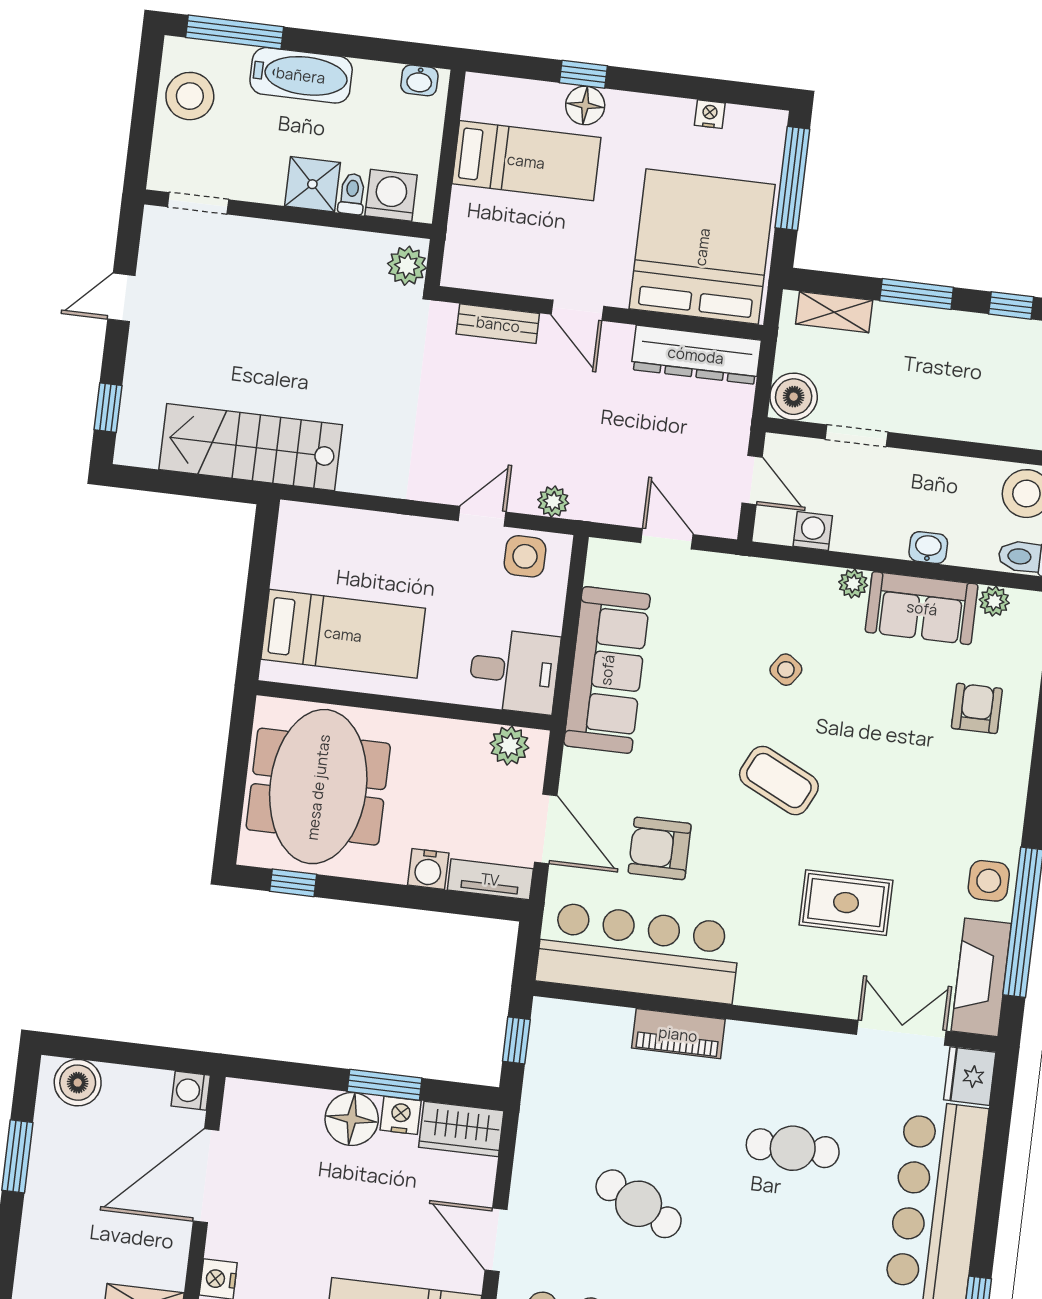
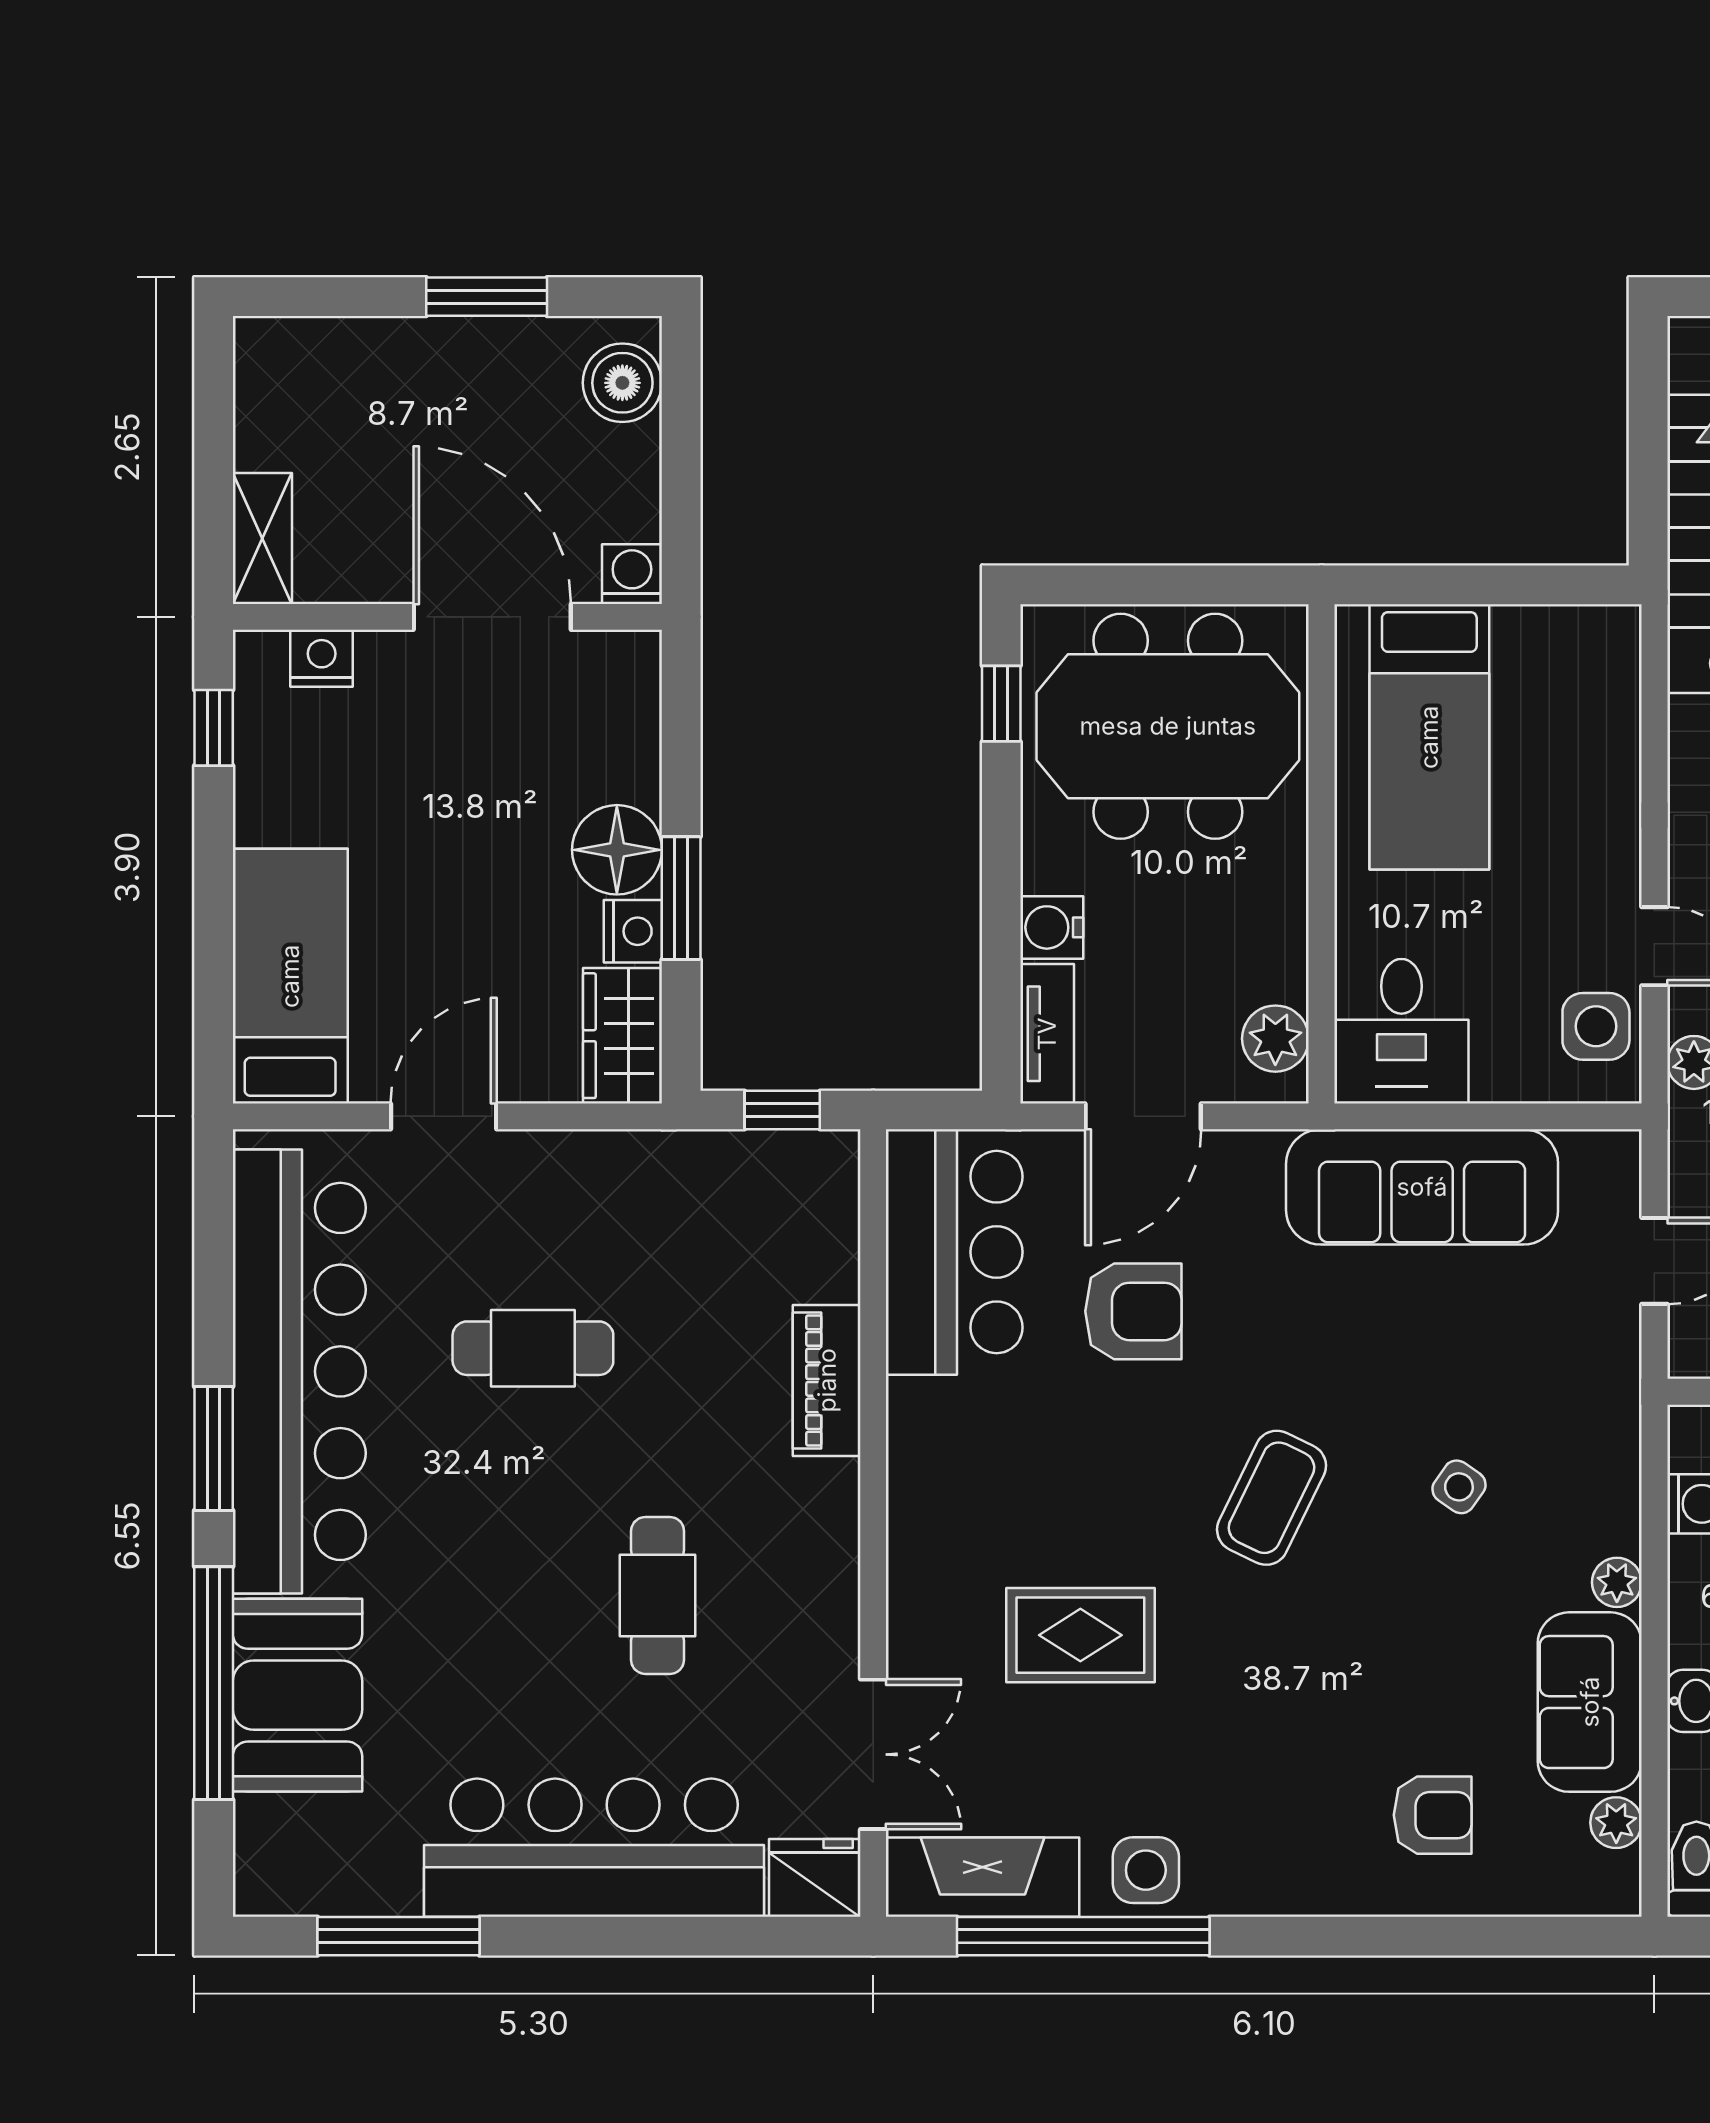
armchair: (660, 848) -> (1133, 1311), turned 90
rug: (846, 903) -> (1080, 1635), turned 90
bar counter: (638, 953) -> (954, 1252), width x0.73
cafe table: (639, 1204) -> (533, 1348), turned 63

